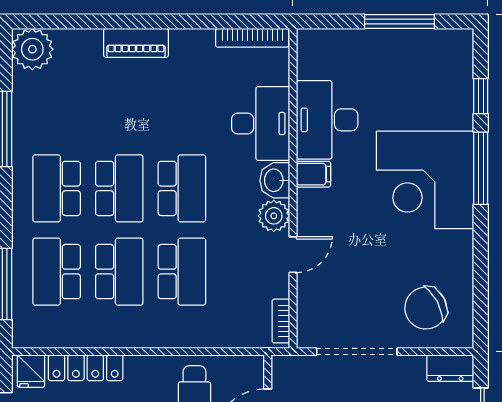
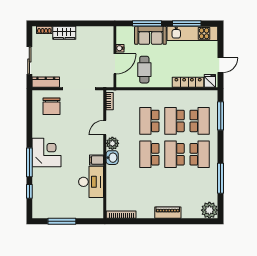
desk: (261, 124) -> (118, 180), removed
corner desk: (425, 180) -> (47, 152), width x0.74, depth x0.74
chair: (426, 308) -> (51, 106), turned 118
dresser: (450, 368) -> (46, 82), width x1.44

